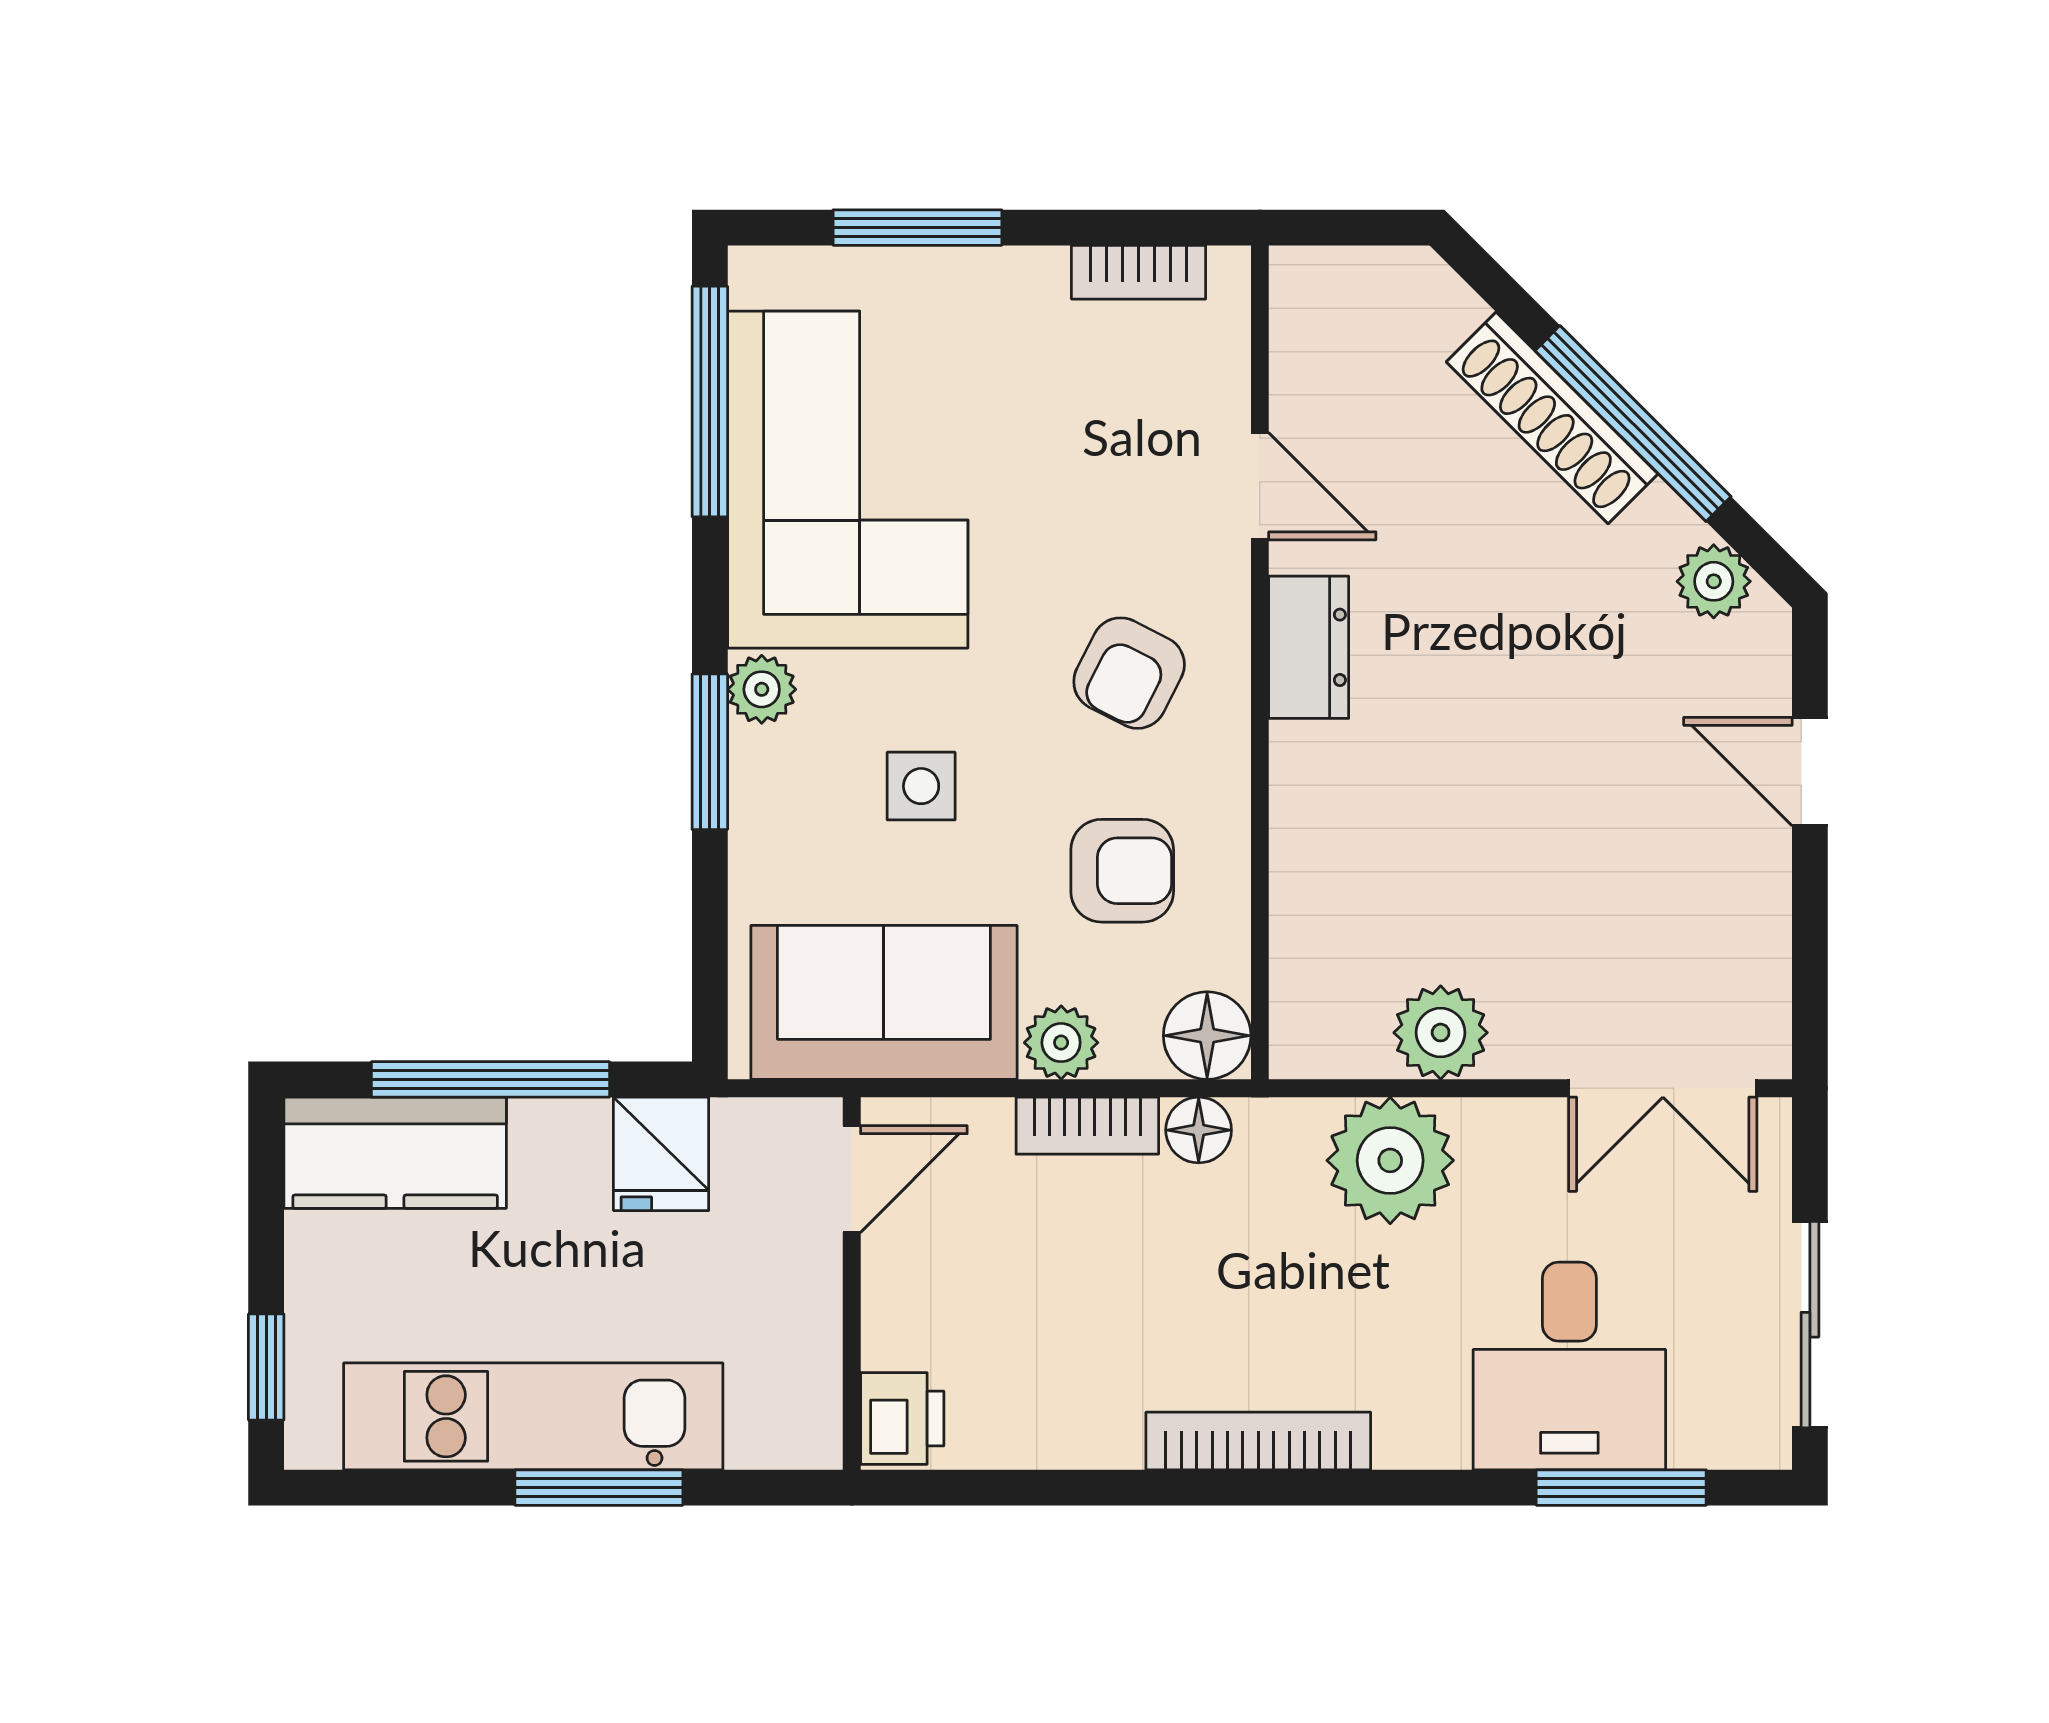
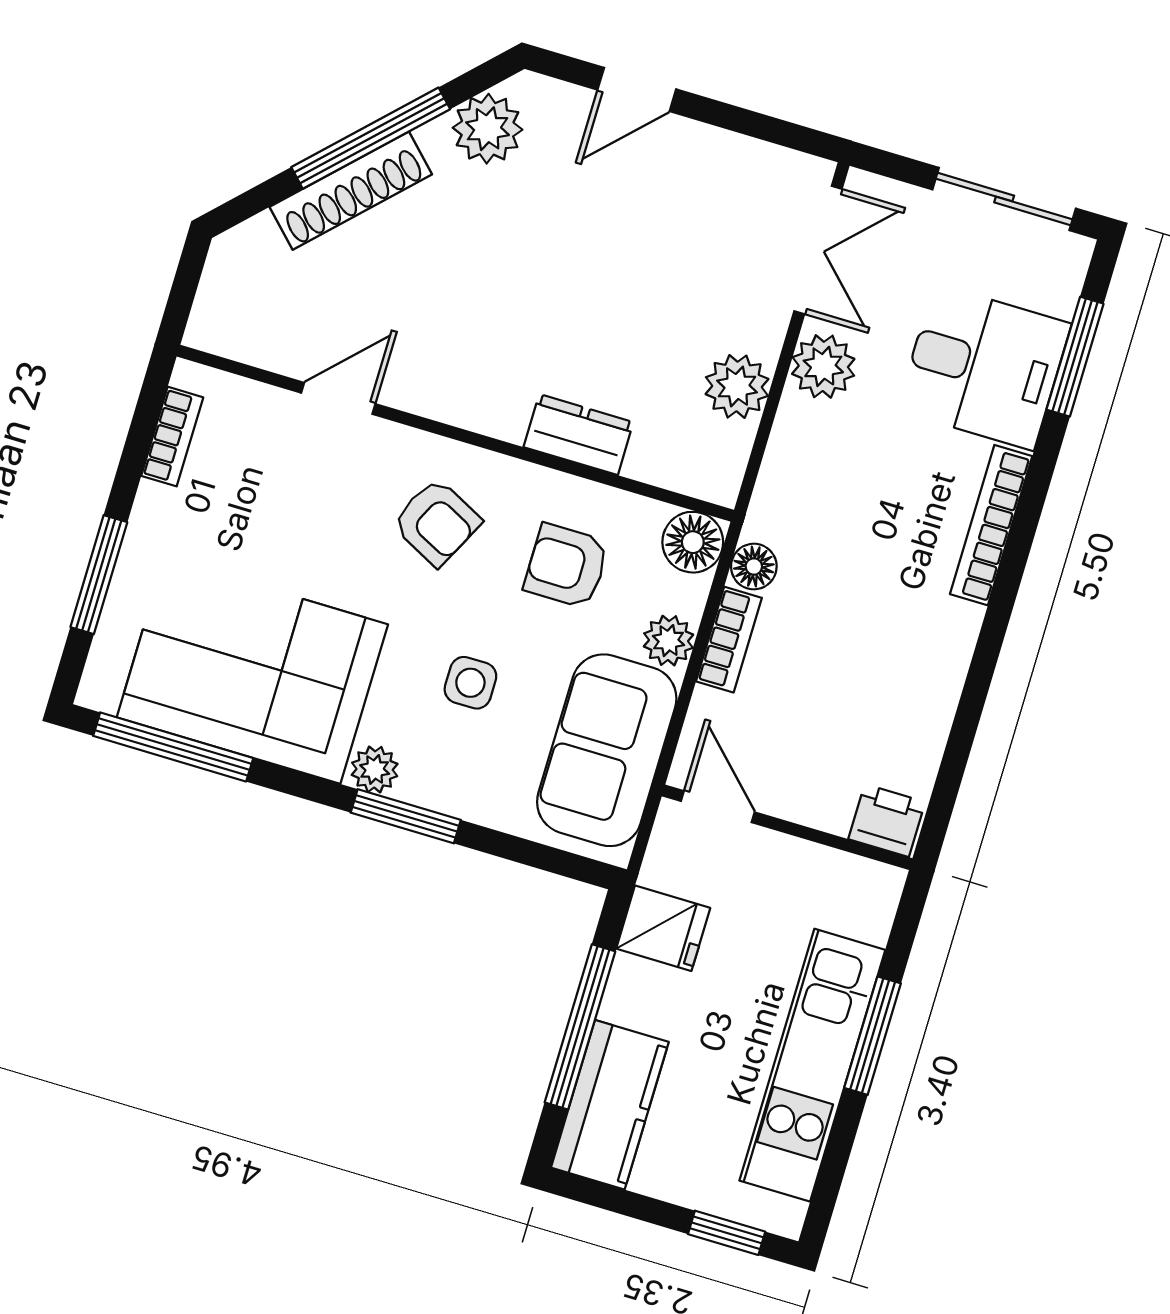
plant: (1714, 581) -> (488, 129), width x1.38, depth x1.38
dresser: (1309, 647) -> (578, 435), moved
armchair: (1122, 871) -> (566, 566), turned -90
plant: (1390, 1160) -> (823, 366), moved, width x0.73, depth x0.73
bookcase: (1258, 1441) -> (991, 525), moved

